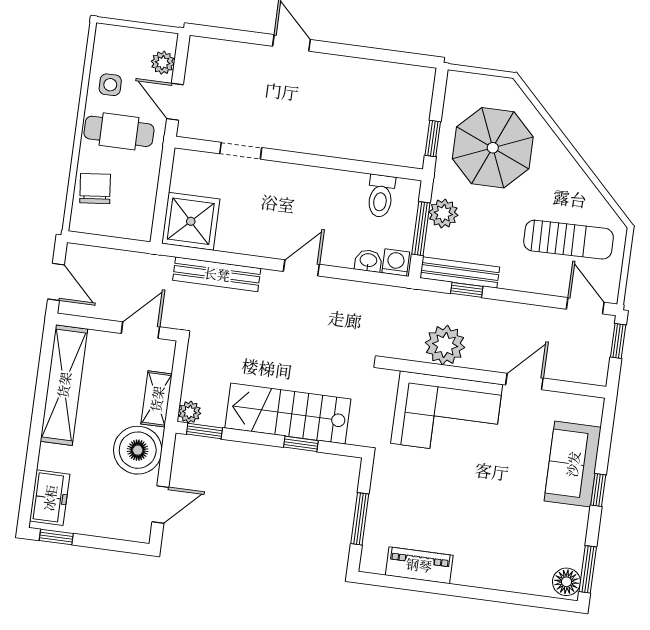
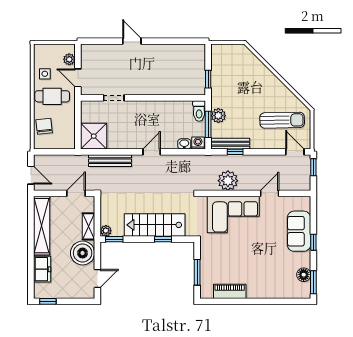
parasol: (493, 148) -> (238, 80), removed
toilet: (381, 196) -> (199, 111), moved
freezer: (50, 498) -> (42, 269), moved
floor lamp: (566, 582) -> (304, 275), moved

